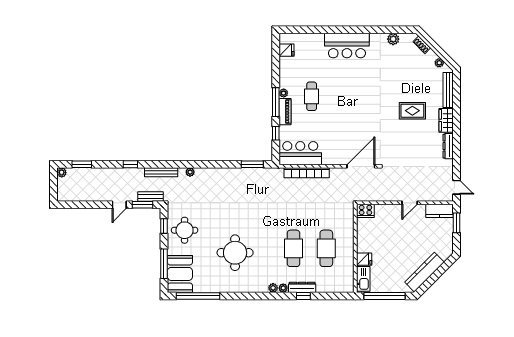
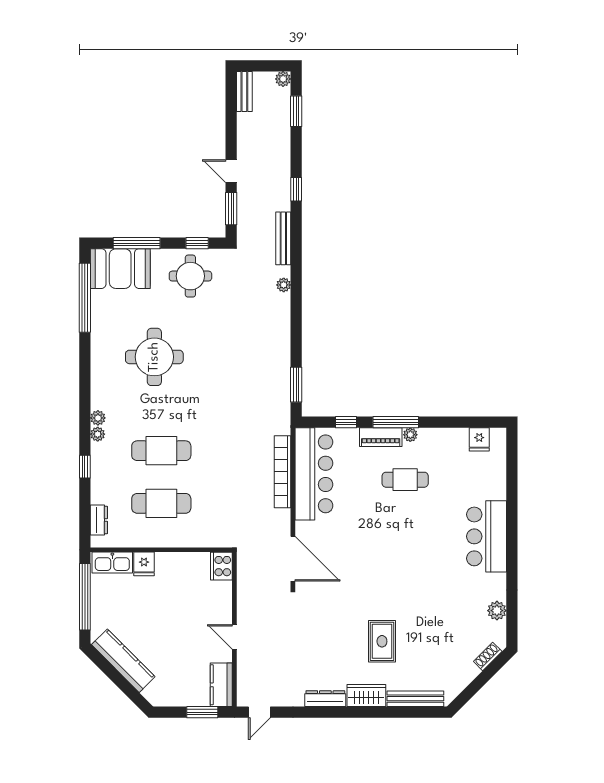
plant: (439, 63) -> (459, 684), removed
bar counter: (300, 153) -> (314, 474), width x1.36
bench: (150, 197) -> (244, 91), moved
dresser: (302, 287) -> (99, 520), moved, width x0.70

